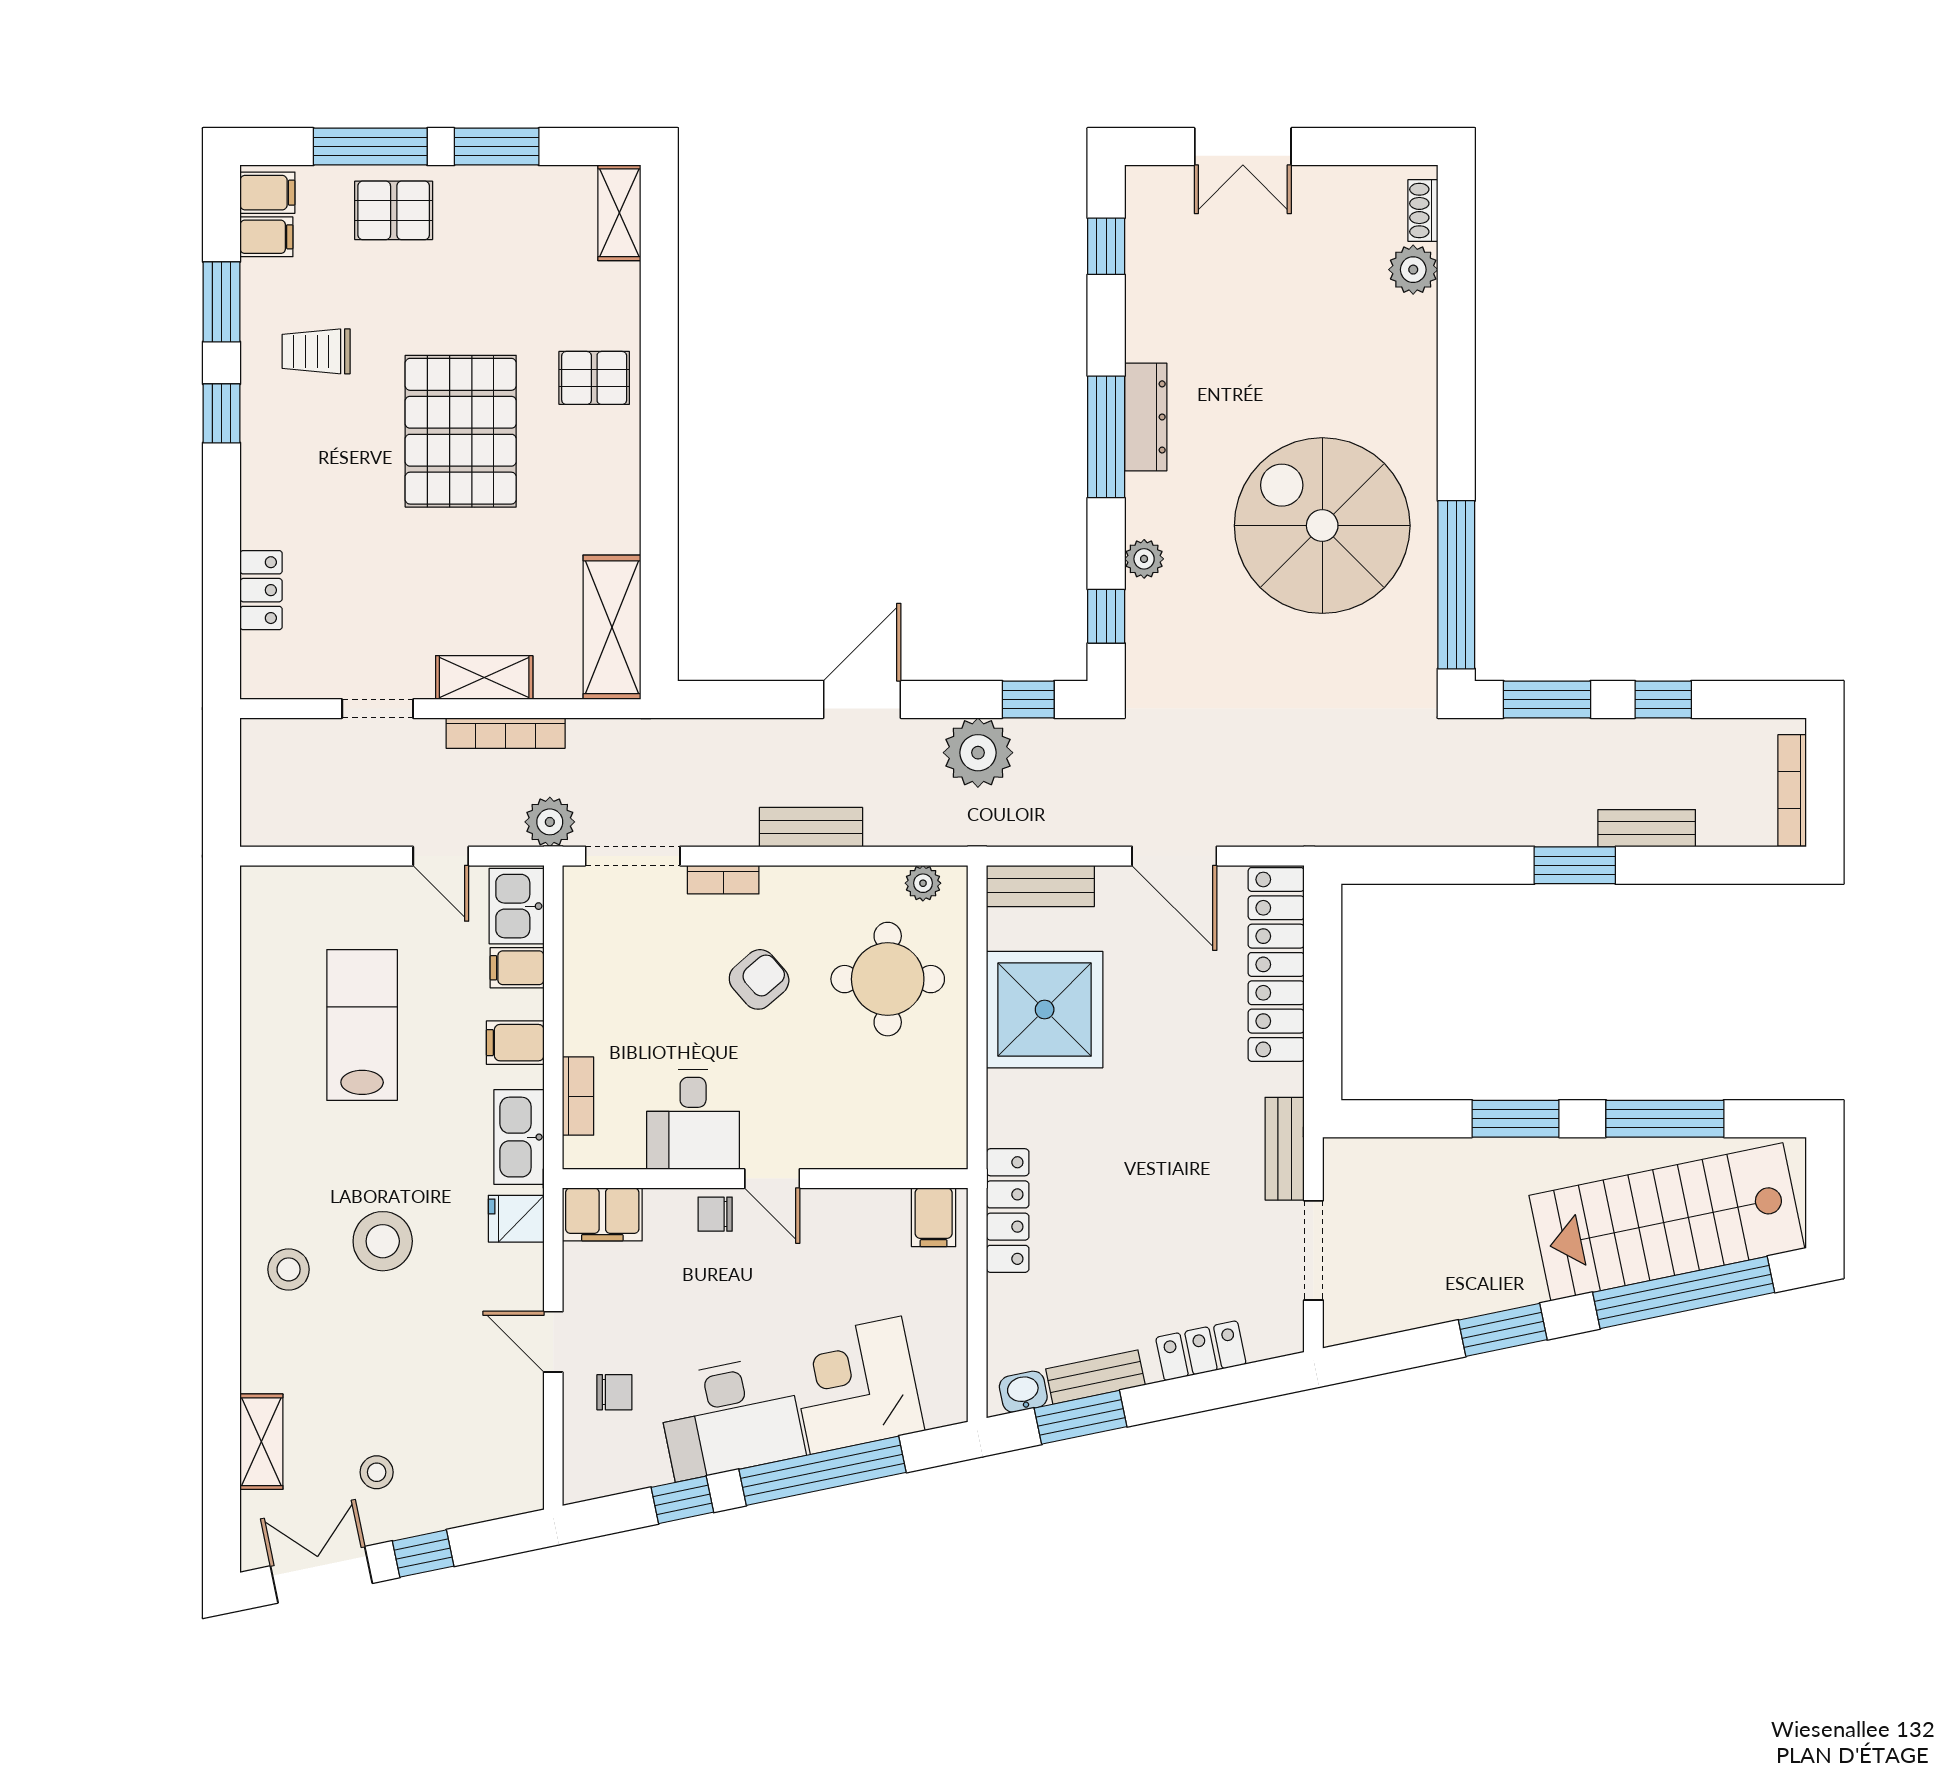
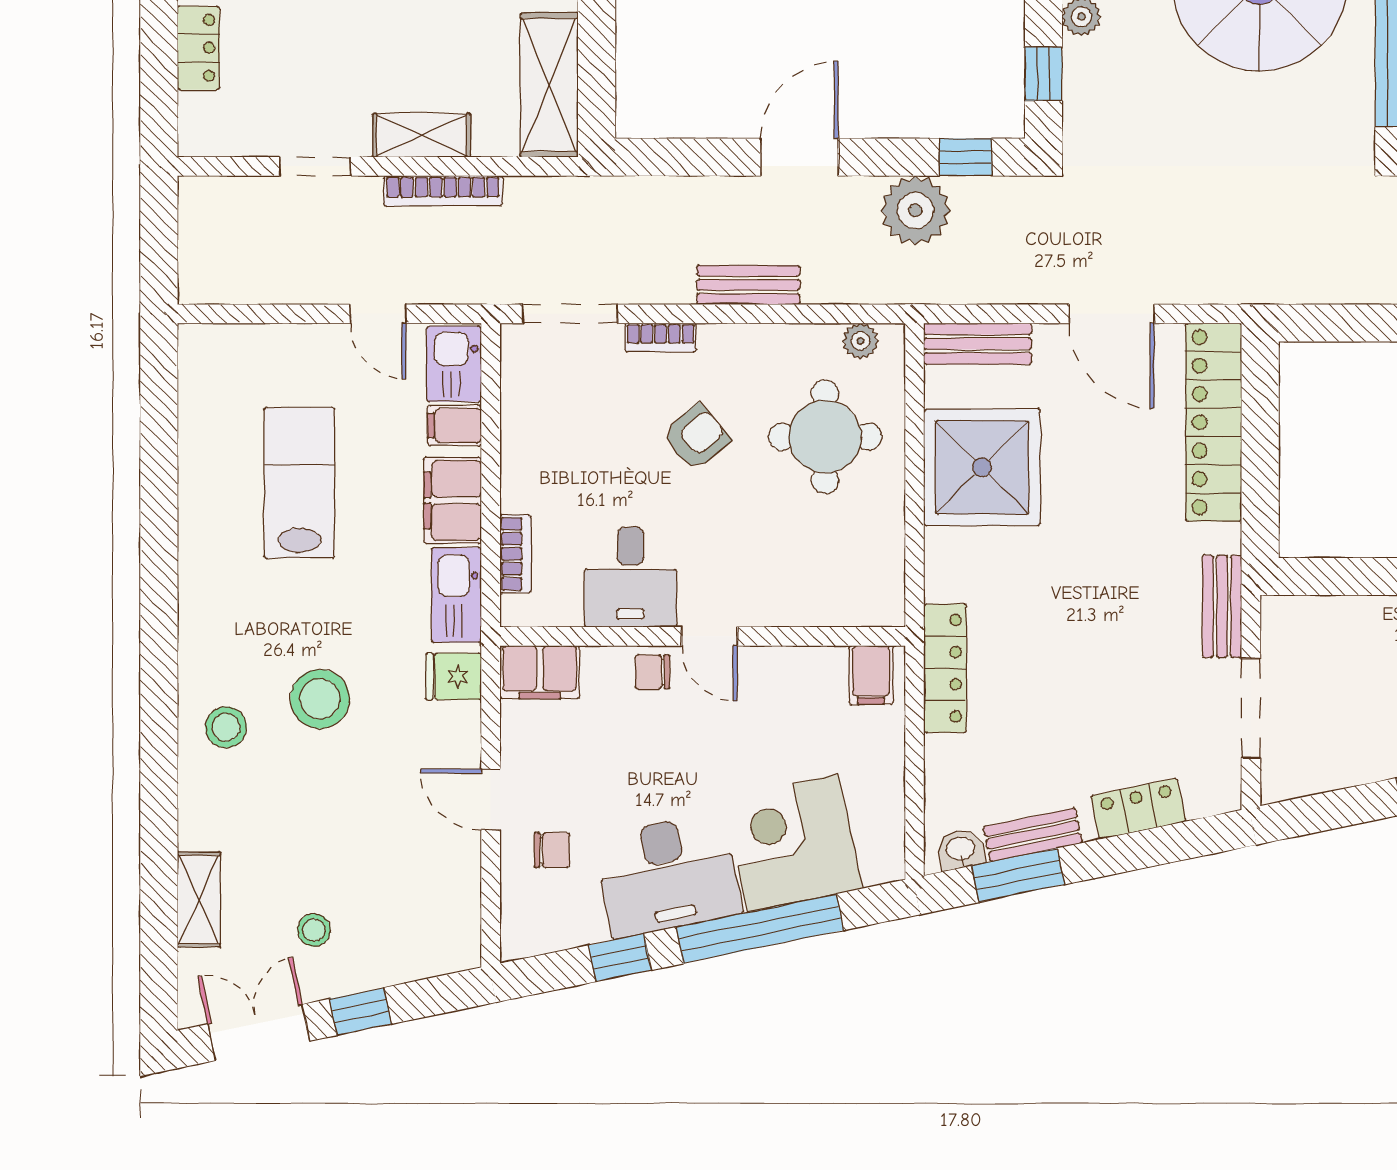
plant: (550, 822) -> (487, 280), removed
filing cabinet: (515, 1043) -> (453, 500), width x2.00

